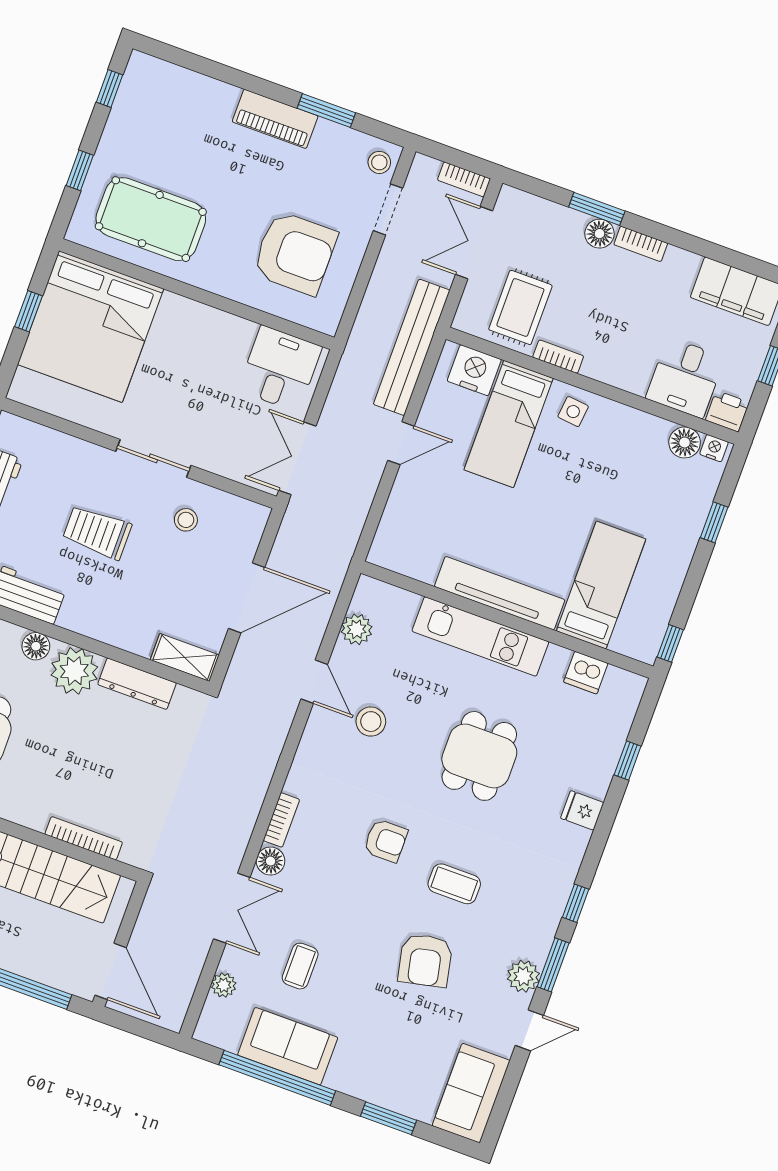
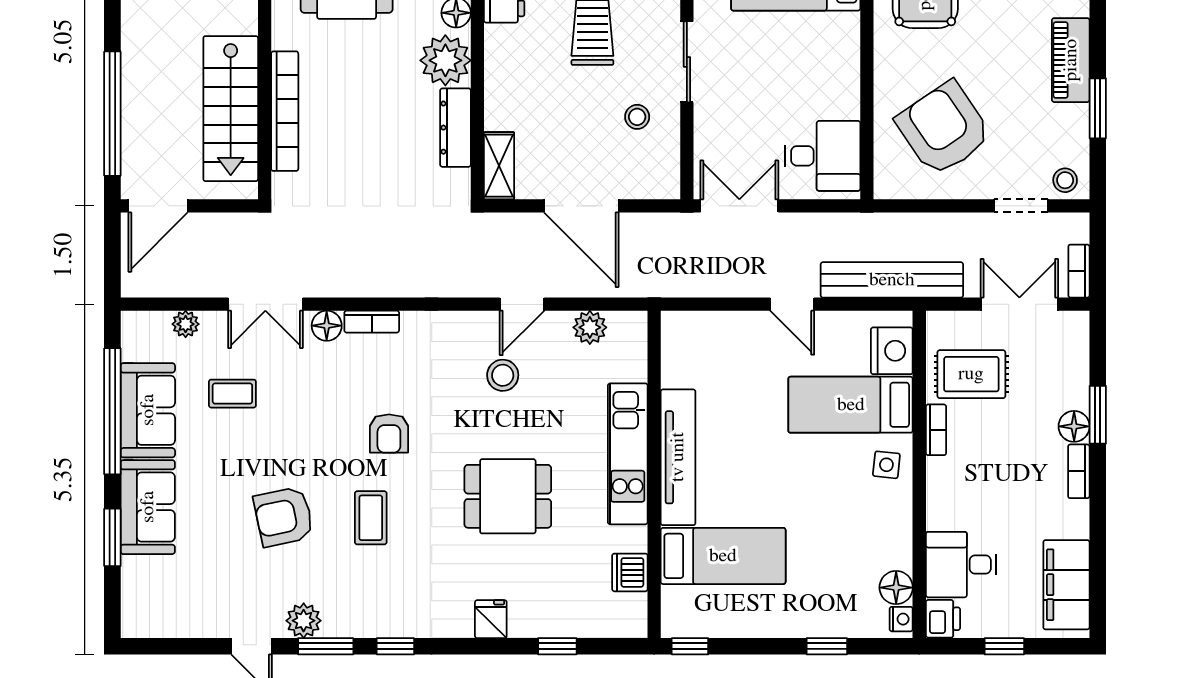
armchair: (295, 253) -> (944, 129), turned 146
bookcase: (84, 838) -> (285, 111), width x1.48, depth x1.31
sofa: (471, 1093) -> (148, 507), moved, turned 90

